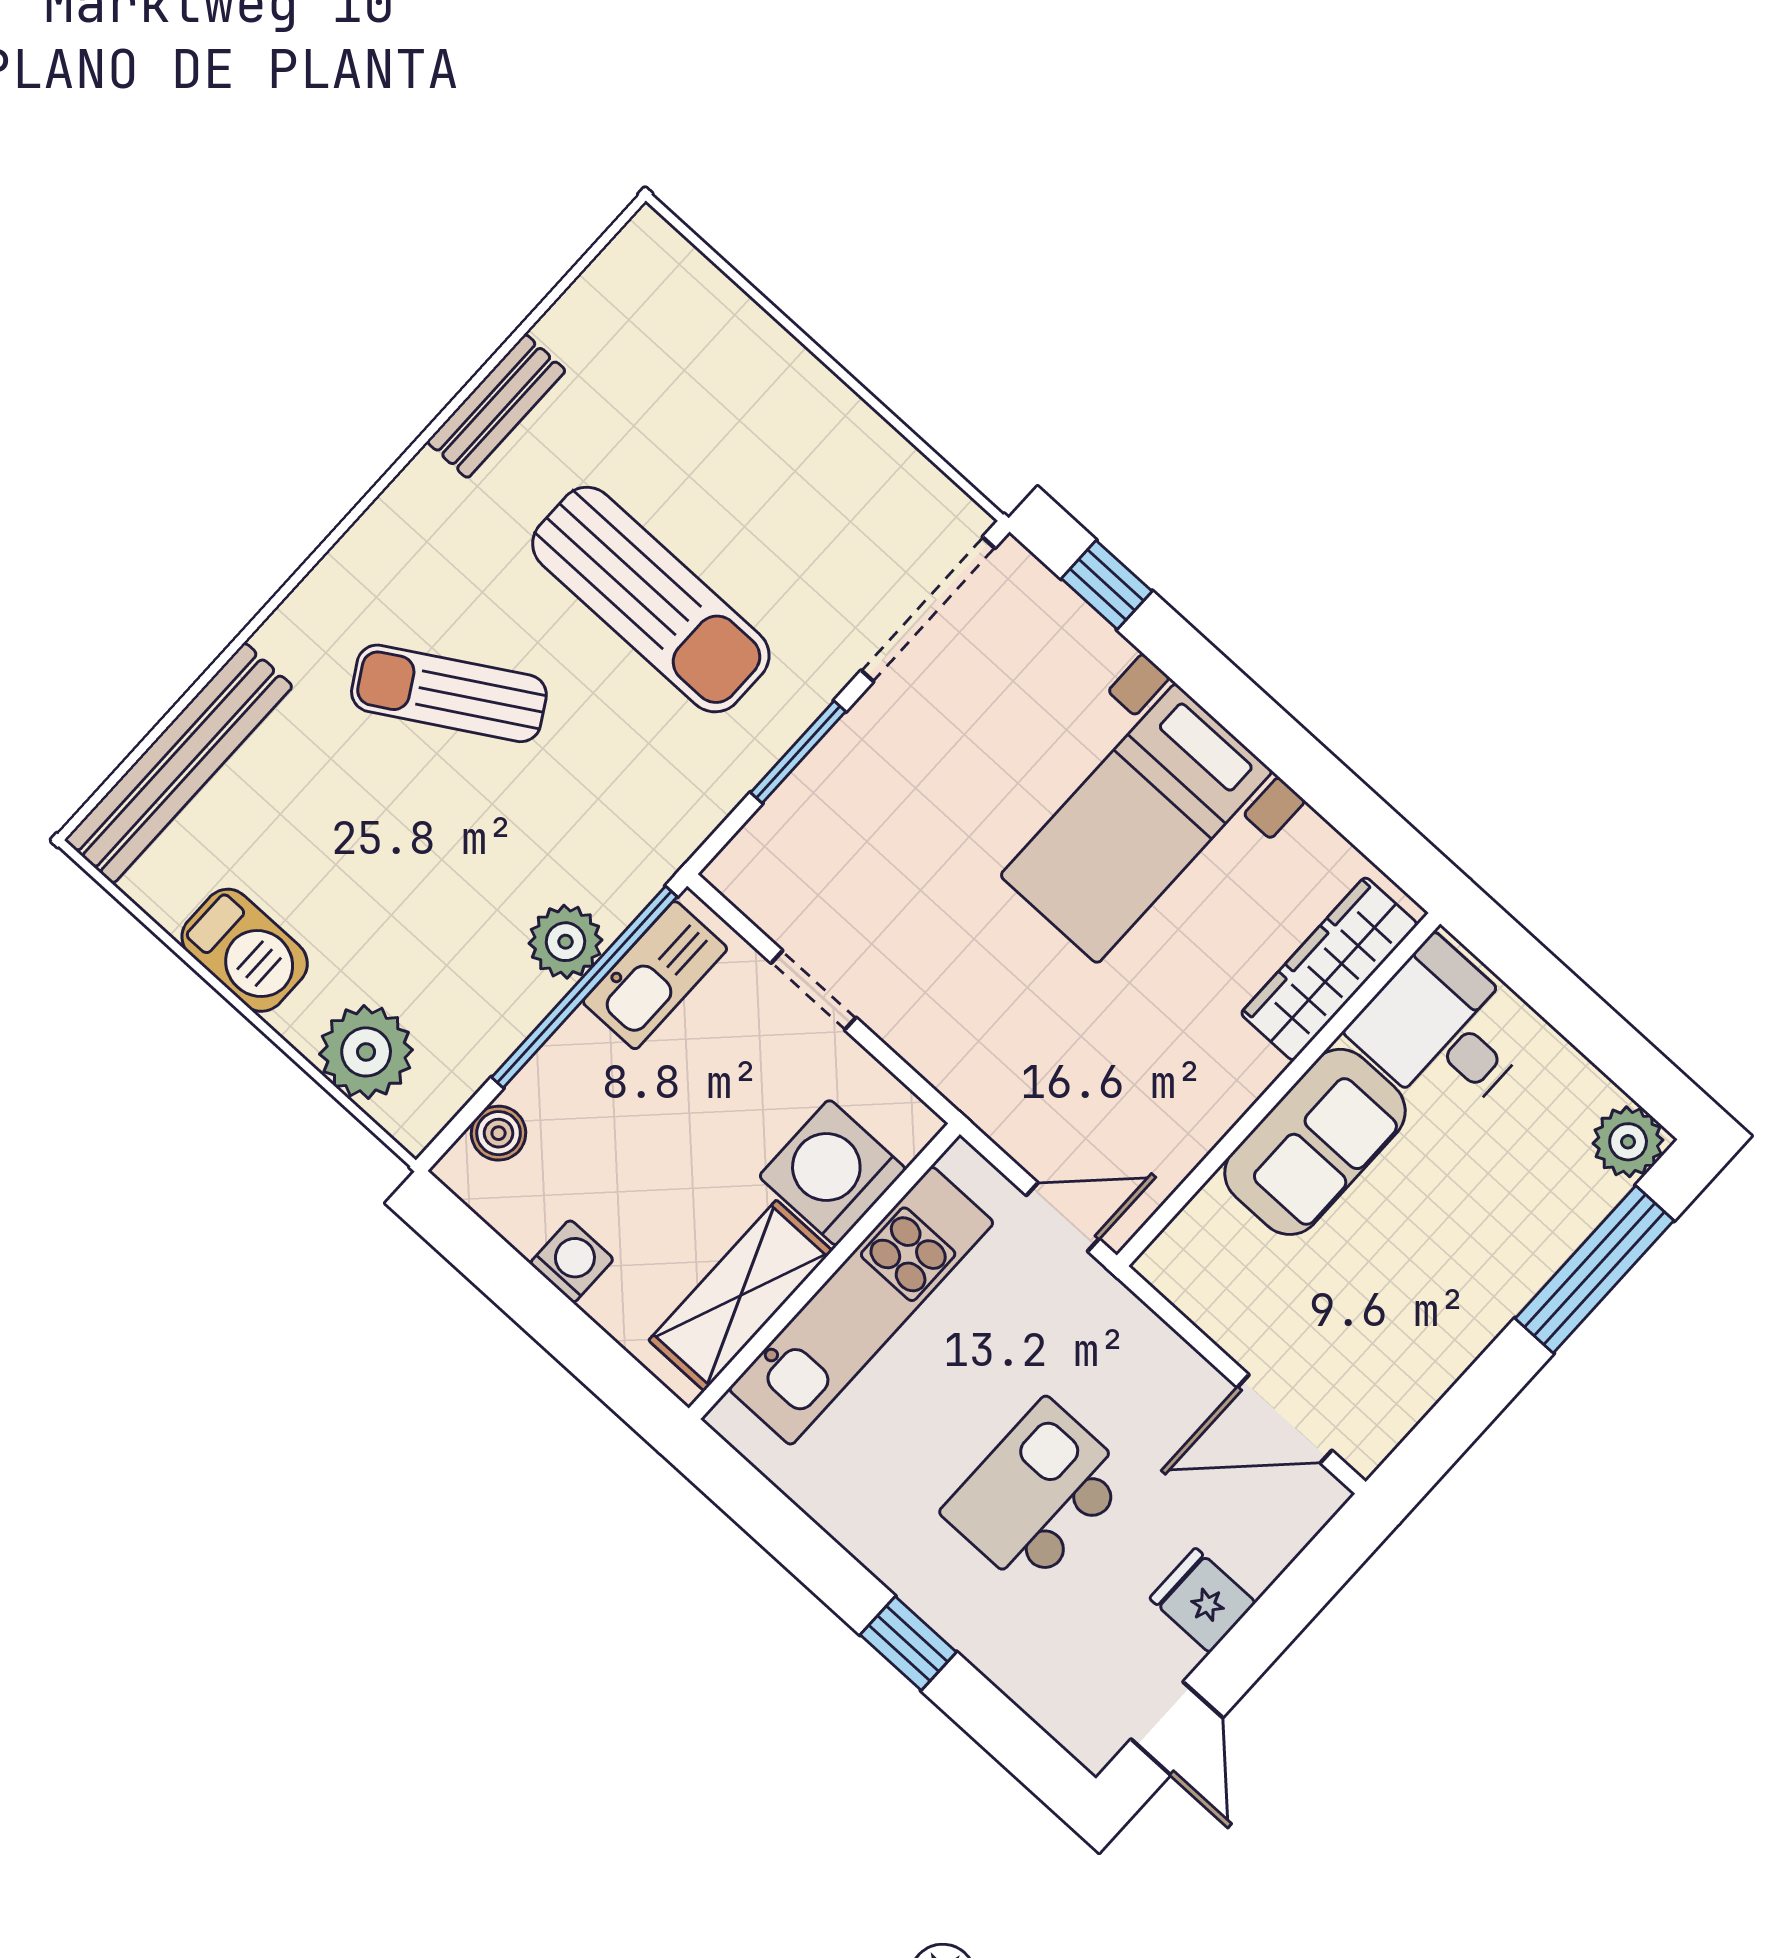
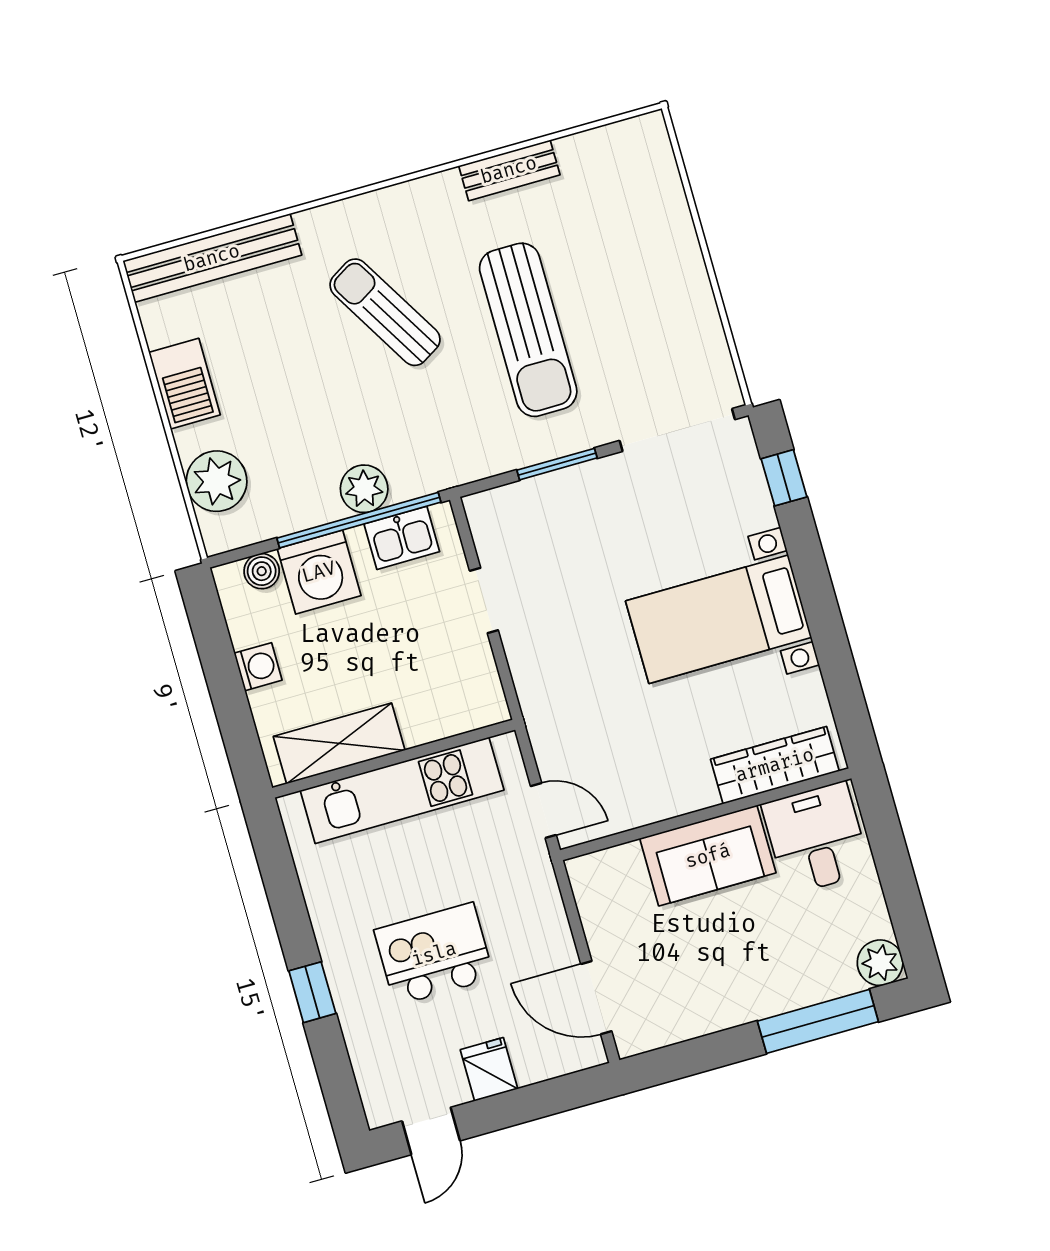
kitchen sink: (655, 975) -> (402, 538), width x0.73
washing machine: (833, 1173) -> (319, 572), moved, turned 180

